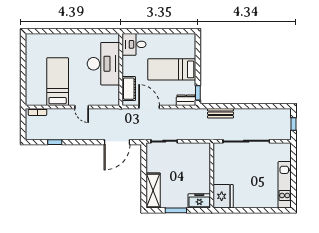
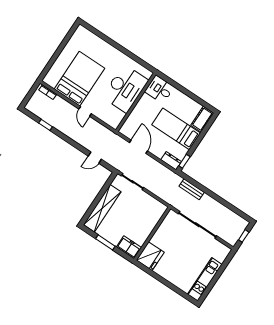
bed: (58, 82) -> (80, 79), width x1.50
cot: (129, 89) -> (202, 119), moved
door: (117, 142) -> (95, 158), width x0.53
shelving: (153, 191) -> (102, 208), width x1.47

